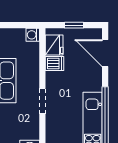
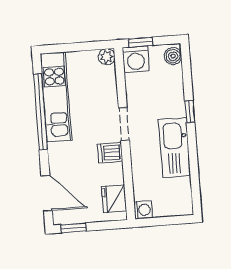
window: (74, 25) -> (73, 228), moved
dishwasher: (54, 63) -> (110, 153), moved

